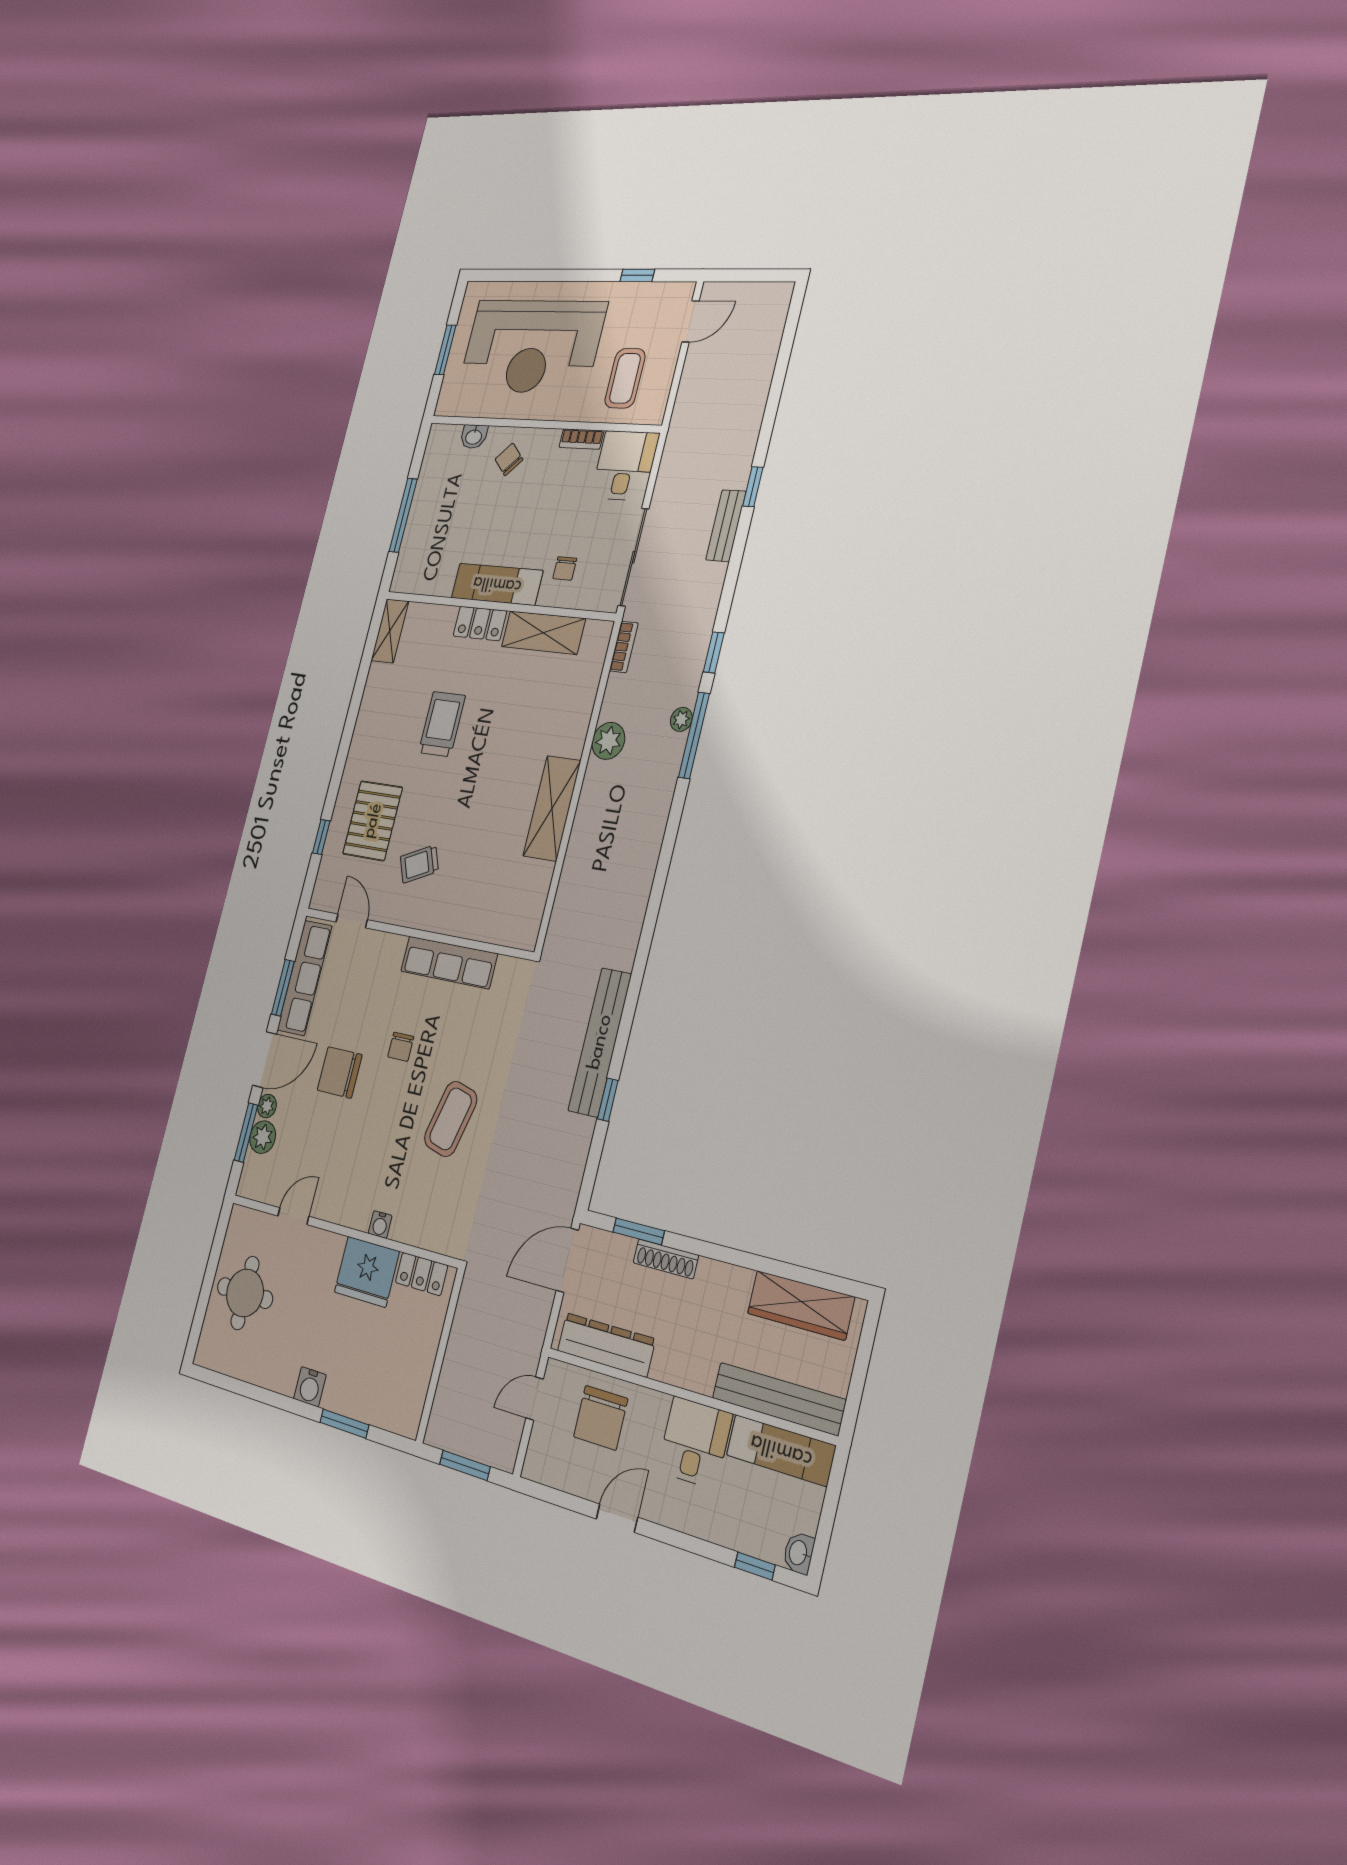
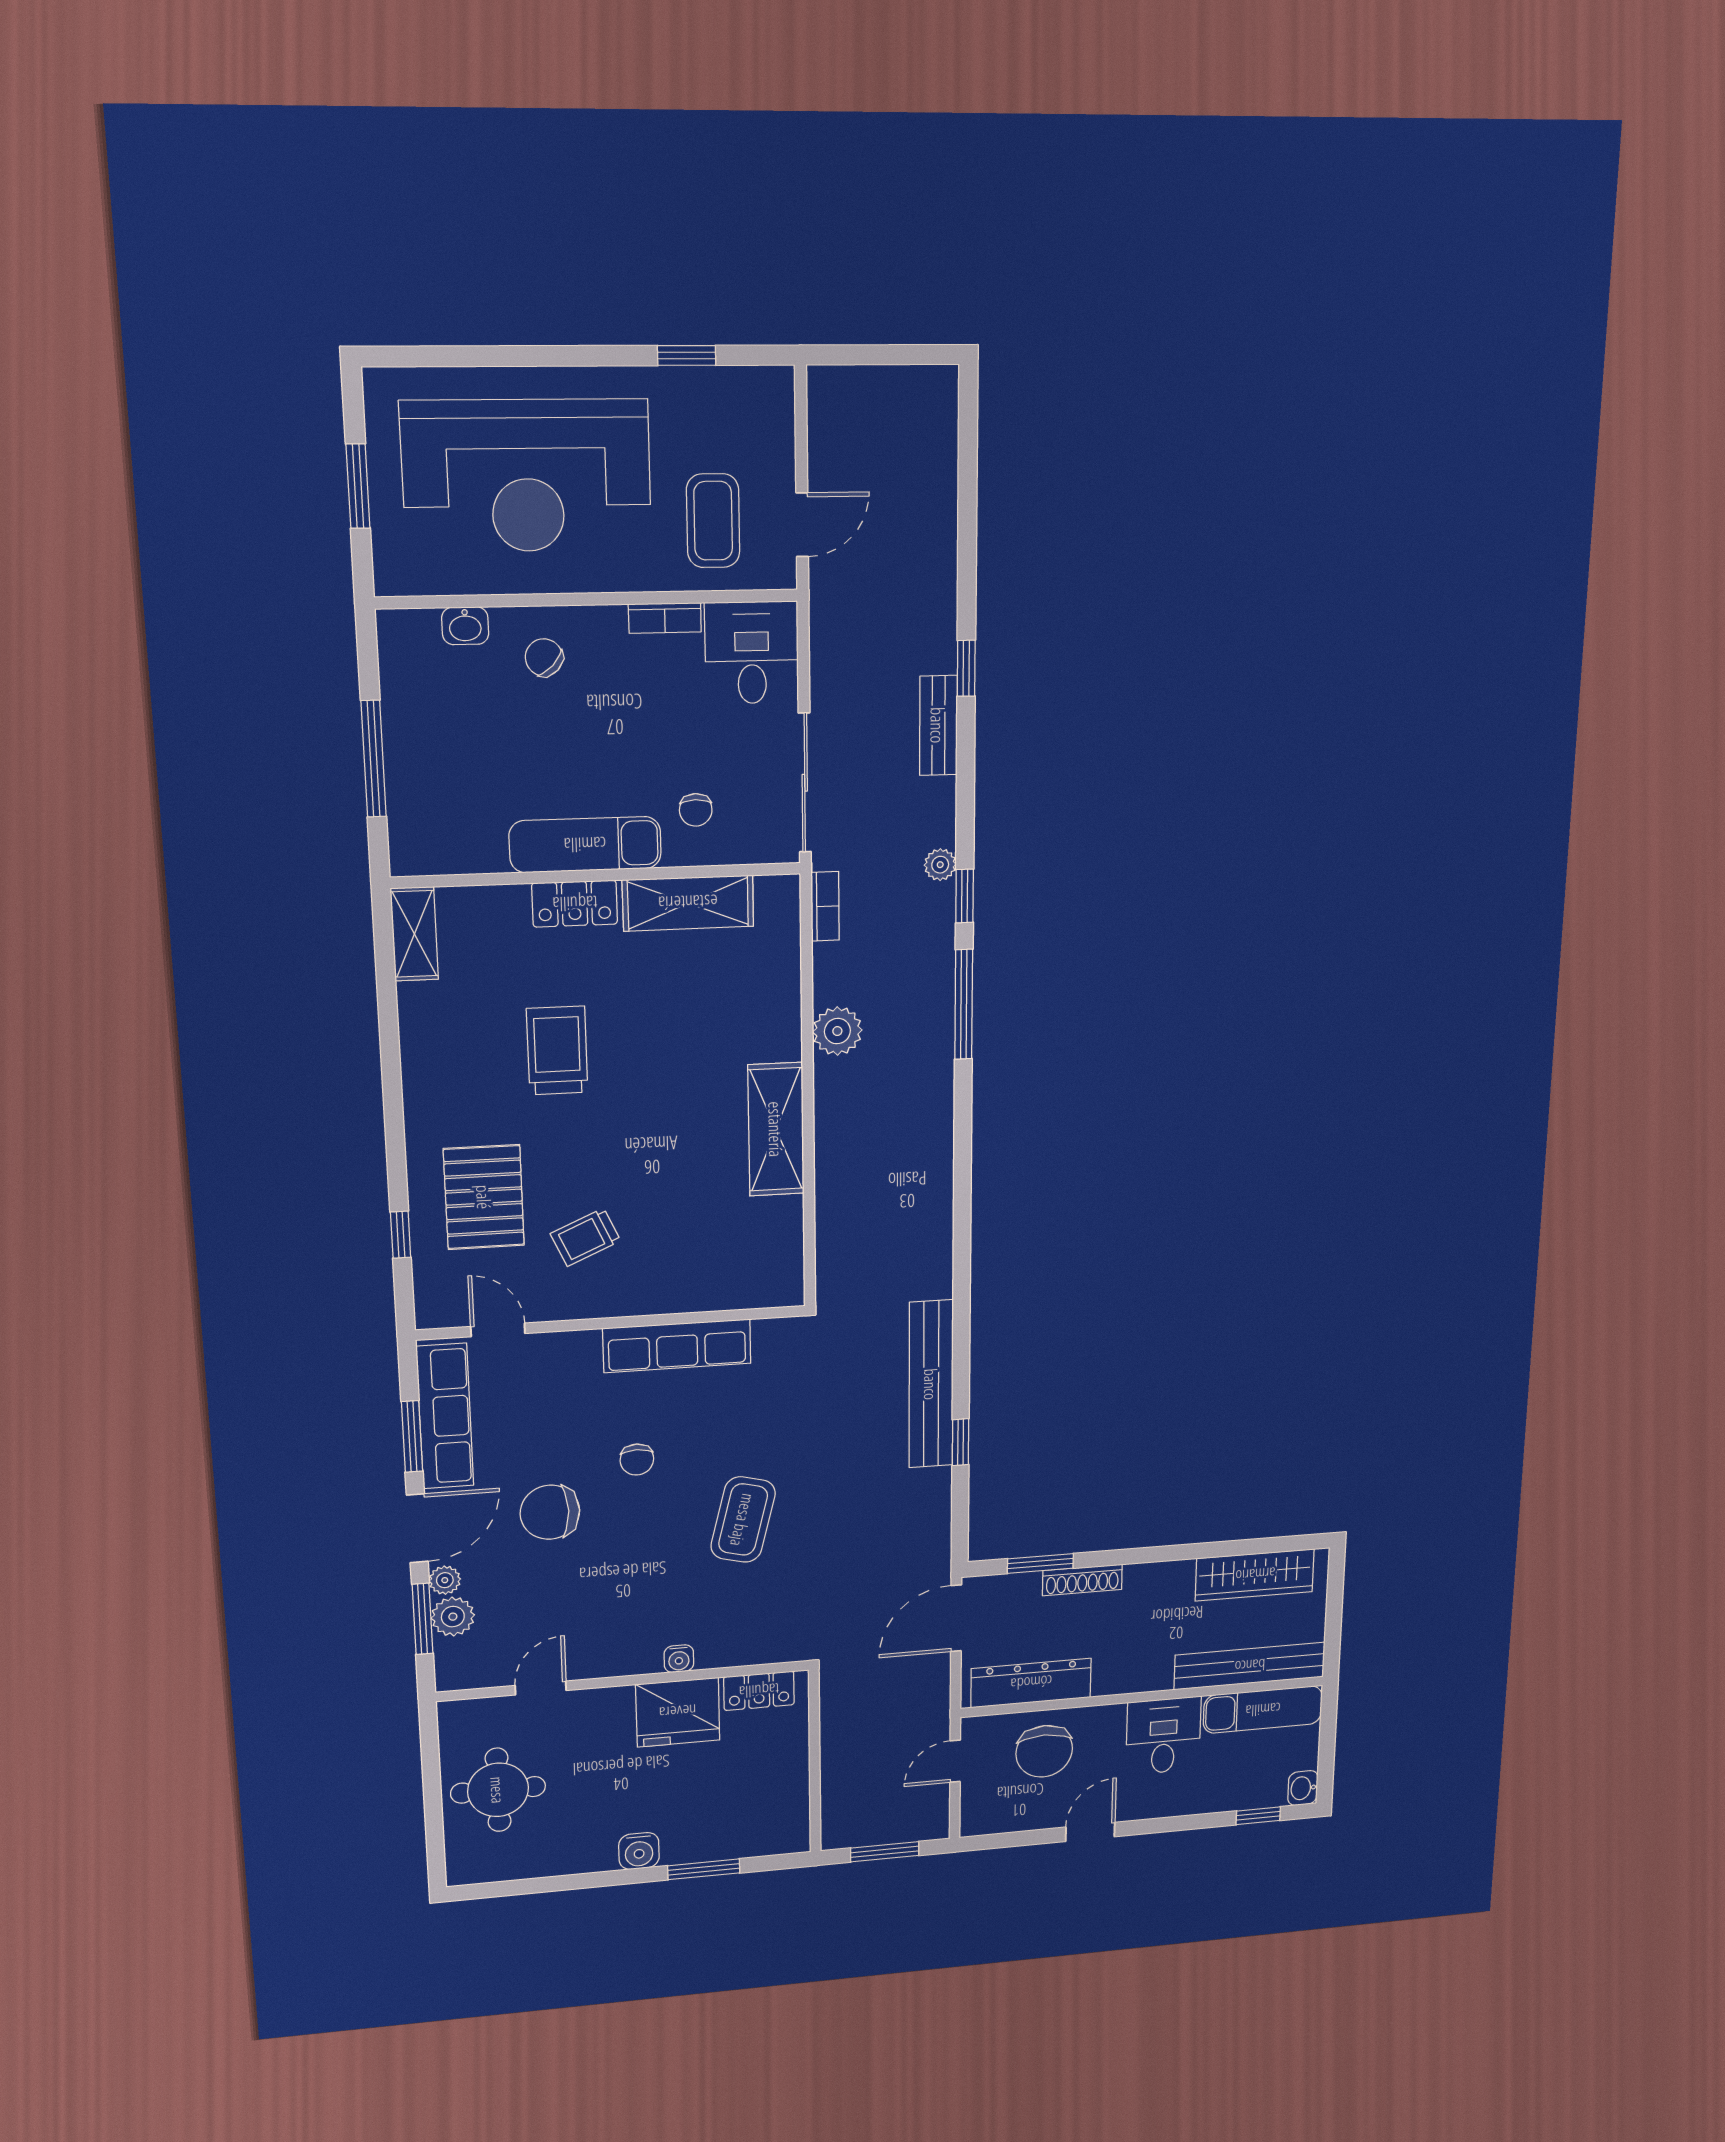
door: (691, 321) -> (802, 525), moved
plant: (681, 719) -> (940, 865), moved

